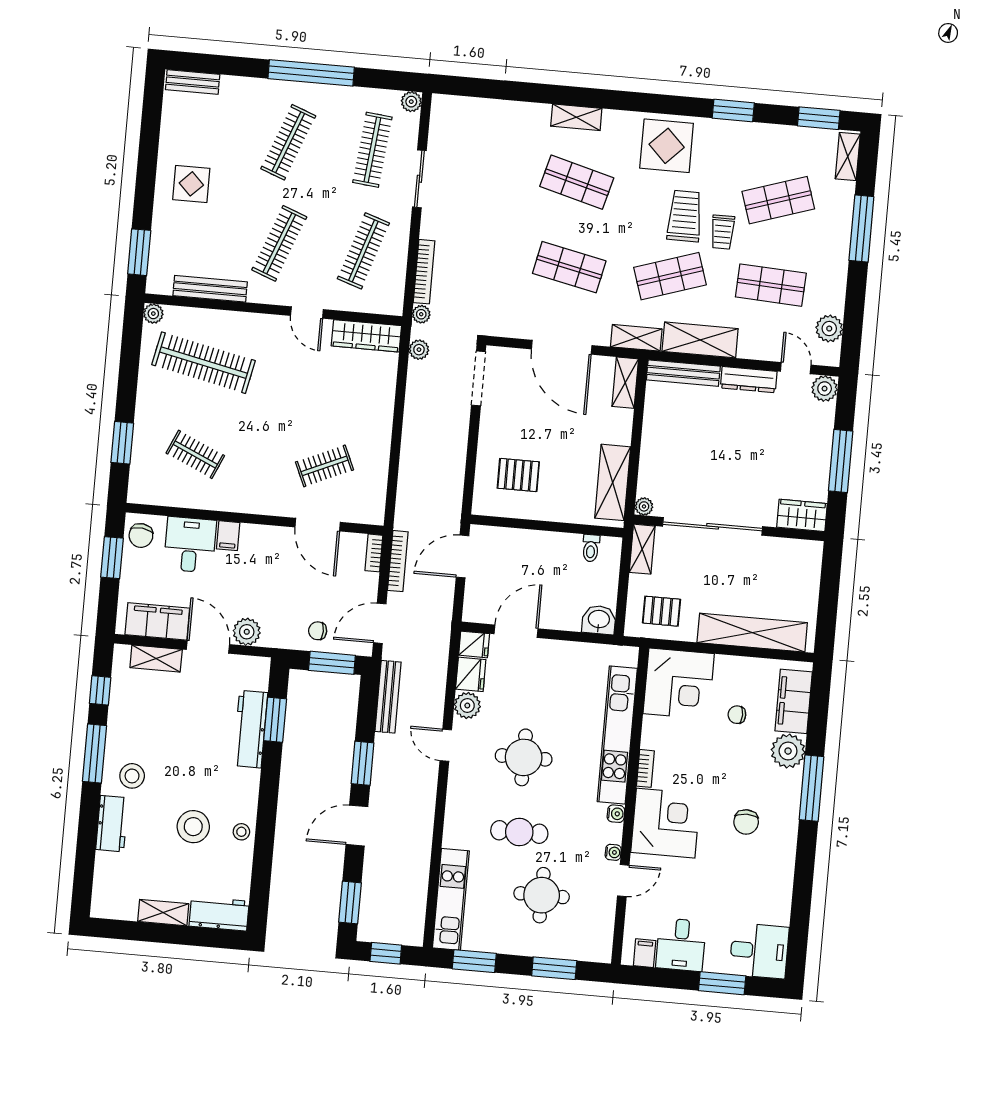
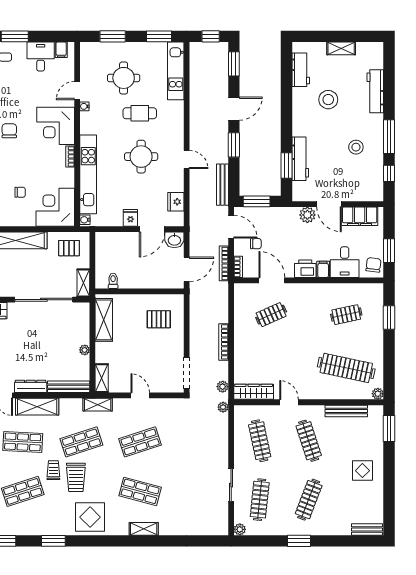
window: (311, 73) -> (299, 541), width x0.47
clothes rail: (279, 243) -> (309, 441), turned -39
clothes rail: (363, 251) -> (260, 441), turned -30
shop shelf: (569, 267) -> (140, 442), turned -30
bookcase: (424, 272) -> (224, 342), moved
shelving: (700, 340) -> (37, 407), moved
door: (562, 347) -> (140, 395), width x0.53
clothes rail: (195, 454) -> (346, 315), turned -36
plant: (644, 506) -> (85, 350), moved
printer: (259, 539) -> (305, 269), added
washbasin: (599, 620) -> (174, 240), moved
door: (380, 623) -> (231, 227), hinge flipped
chair: (318, 631) -> (256, 244), moved
fridge: (474, 644) -> (130, 218), moved, turned 90
shelving: (156, 658) -> (358, 195), removed
plant: (467, 705) -> (176, 184), removed
stool: (132, 776) -> (356, 147), moved
water cooler: (616, 814) -> (85, 220), moved
workbench: (112, 824) -> (375, 91), width x1.37
stool: (241, 832) -> (300, 99), removed
workbench: (219, 914) -> (301, 70), moved, turned -90

